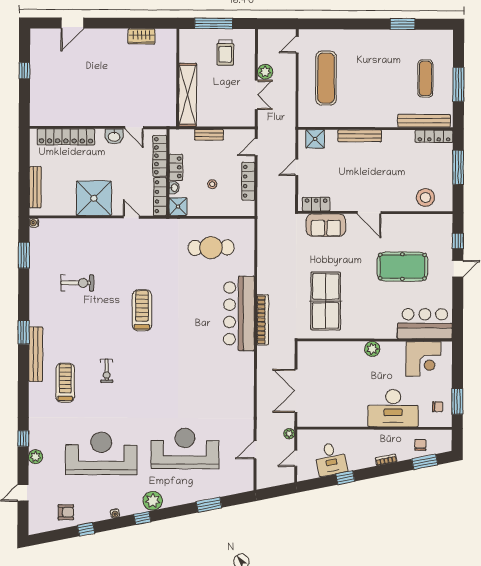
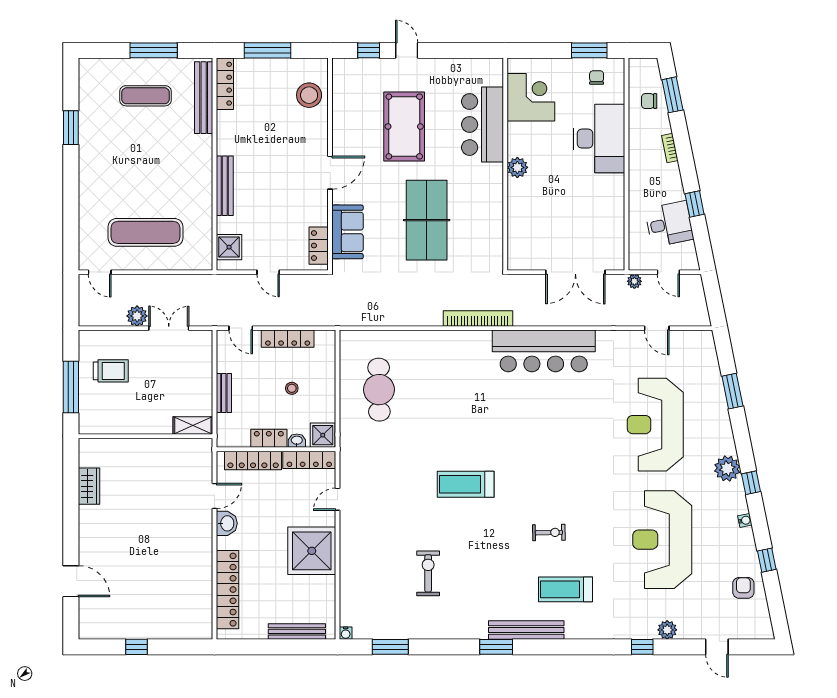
shelving: (188, 95) -> (193, 425), width x0.45, depth x0.75
table tennis table: (326, 301) -> (427, 220), moved, turned 90
bar counter: (239, 313) -> (544, 351), moved
bar counter: (425, 324) -> (483, 125), moved

